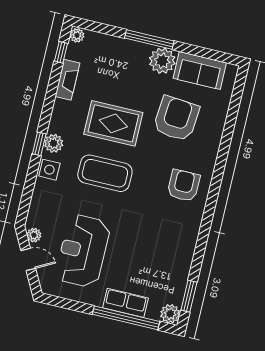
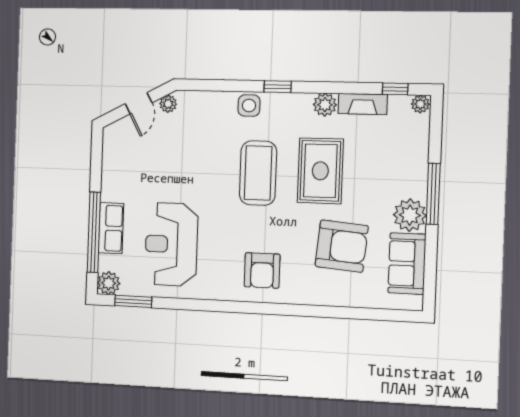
plant: (54, 143) -> (325, 105), moved
armchair: (184, 186) -> (262, 270), turned 90
reception desk: (83, 251) -> (171, 244), moved, turned -90

